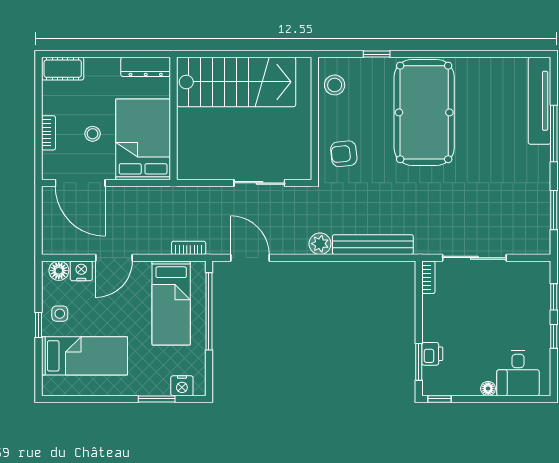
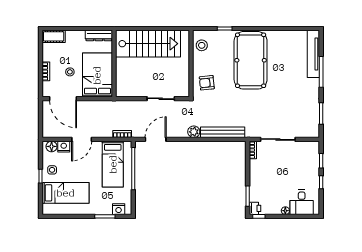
door: (250, 258) -> (156, 139), hinge flipped
printer: (432, 354) -> (255, 208), moved

